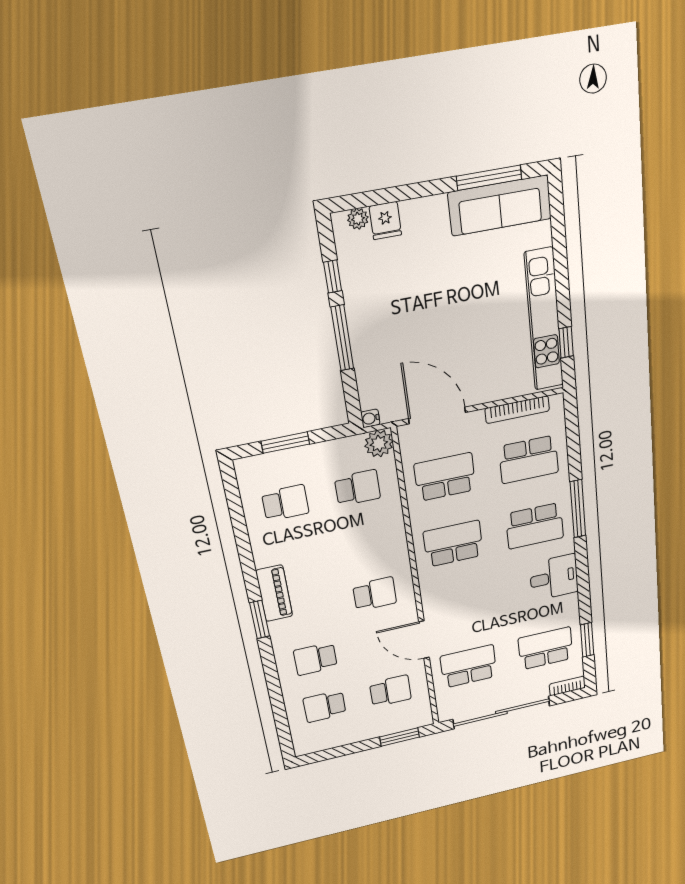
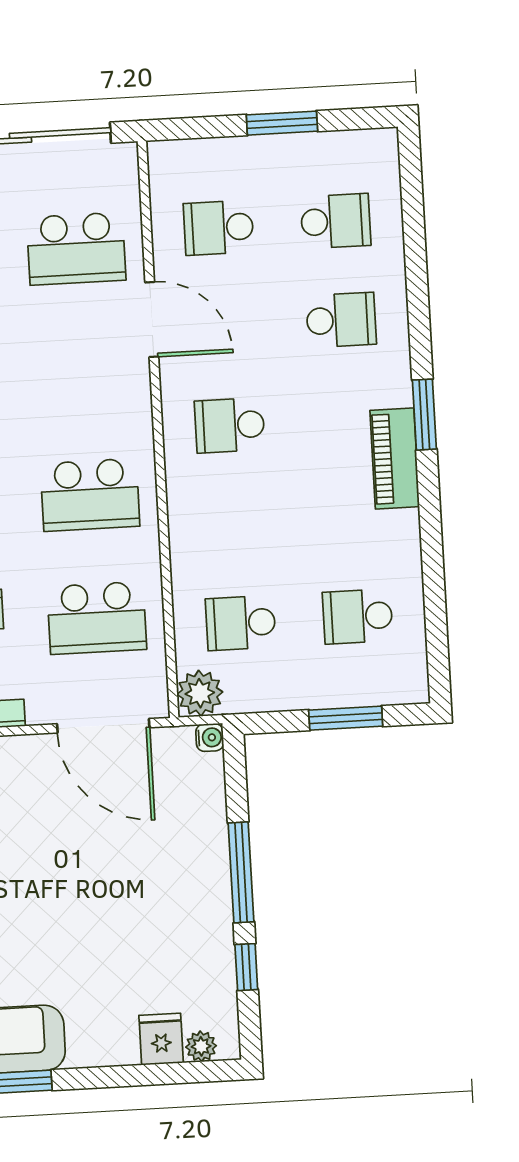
window: (400, 737) -> (282, 123), moved

